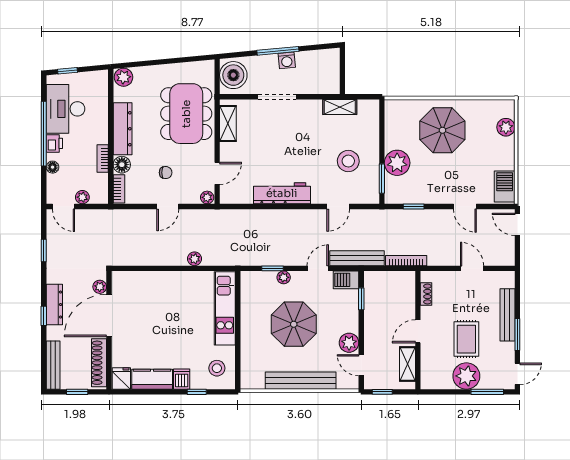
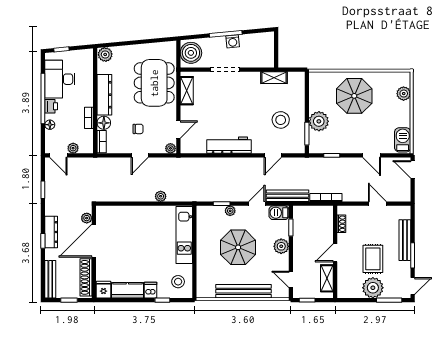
plant: (349, 343) -> (281, 246), moved

